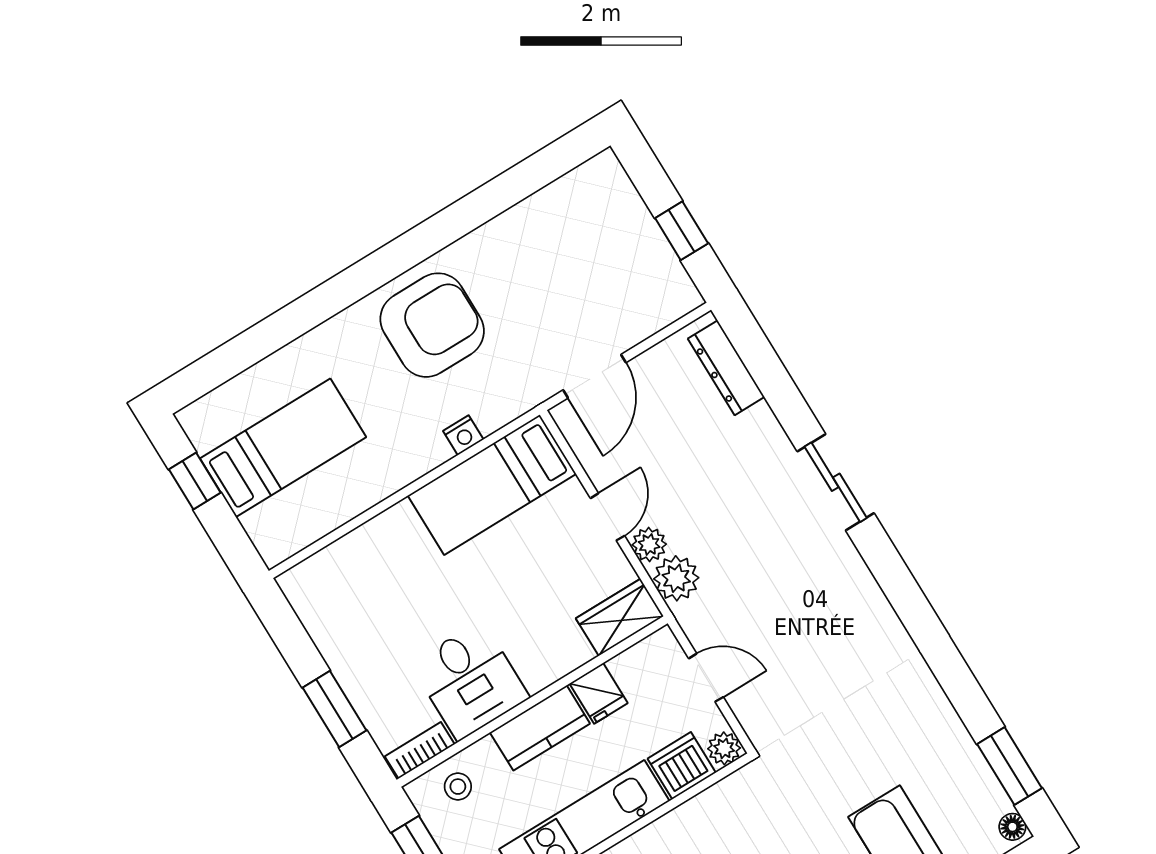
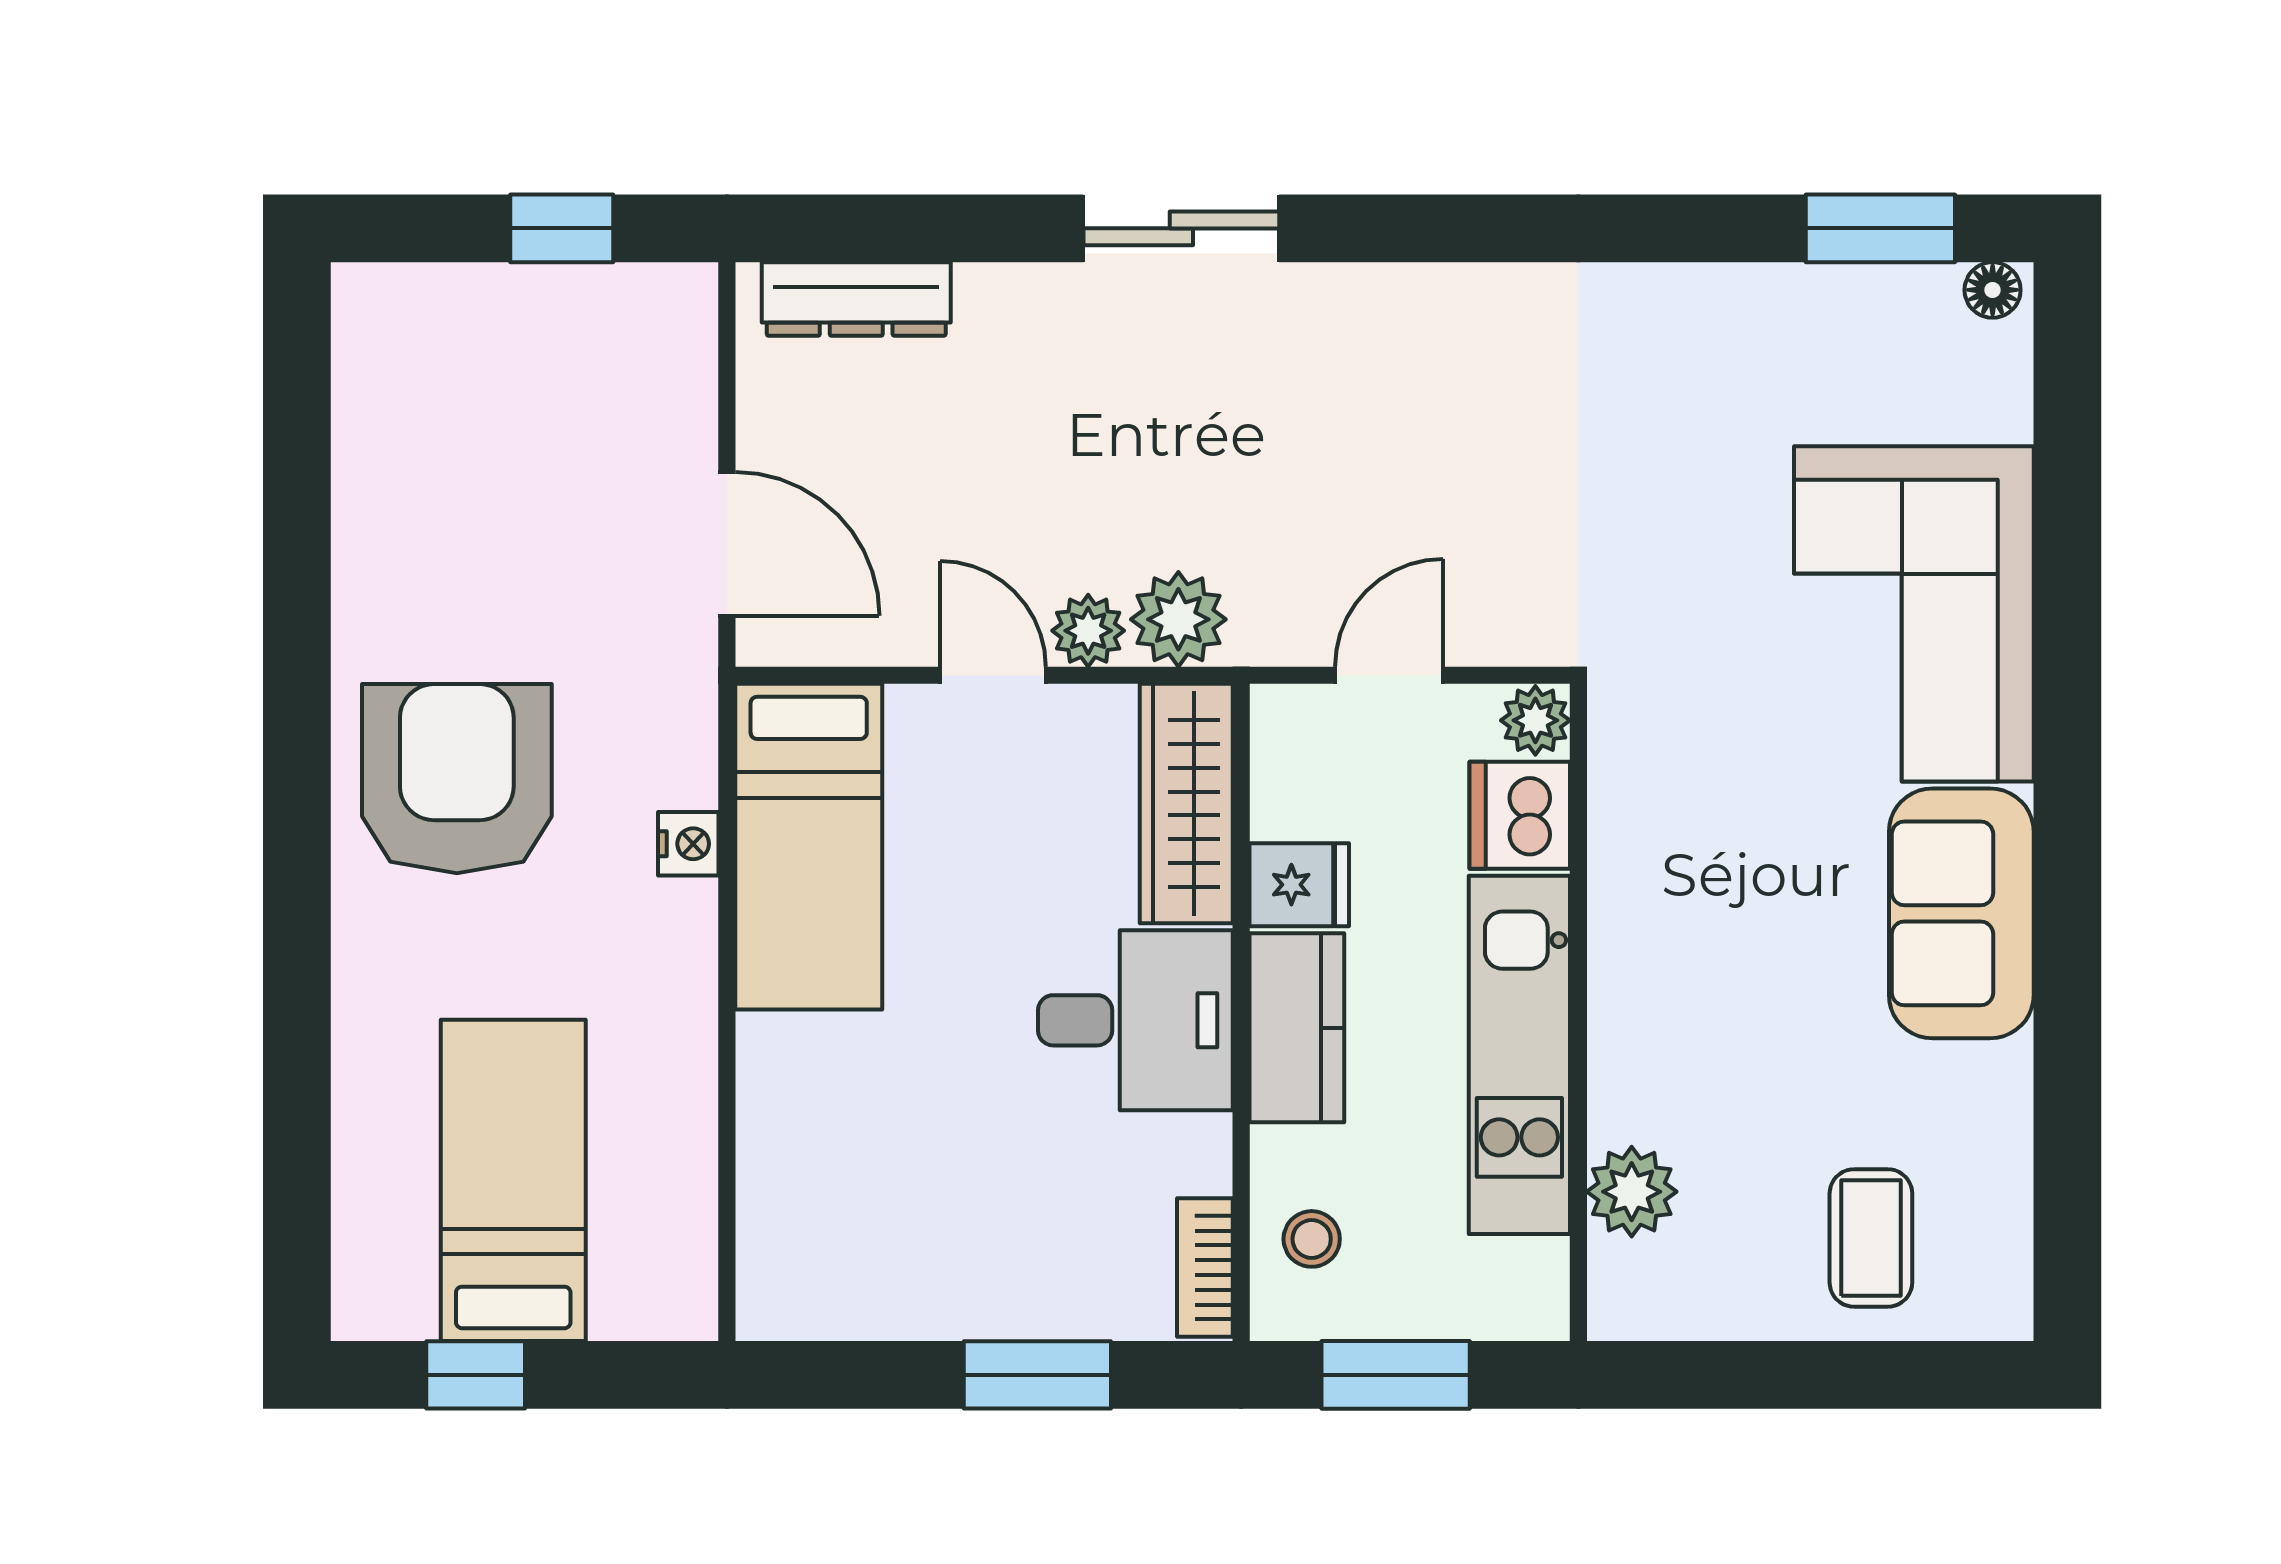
wardrobe: (620, 617) -> (1186, 803), width x1.50
desk: (470, 681) -> (1135, 1020), moved

